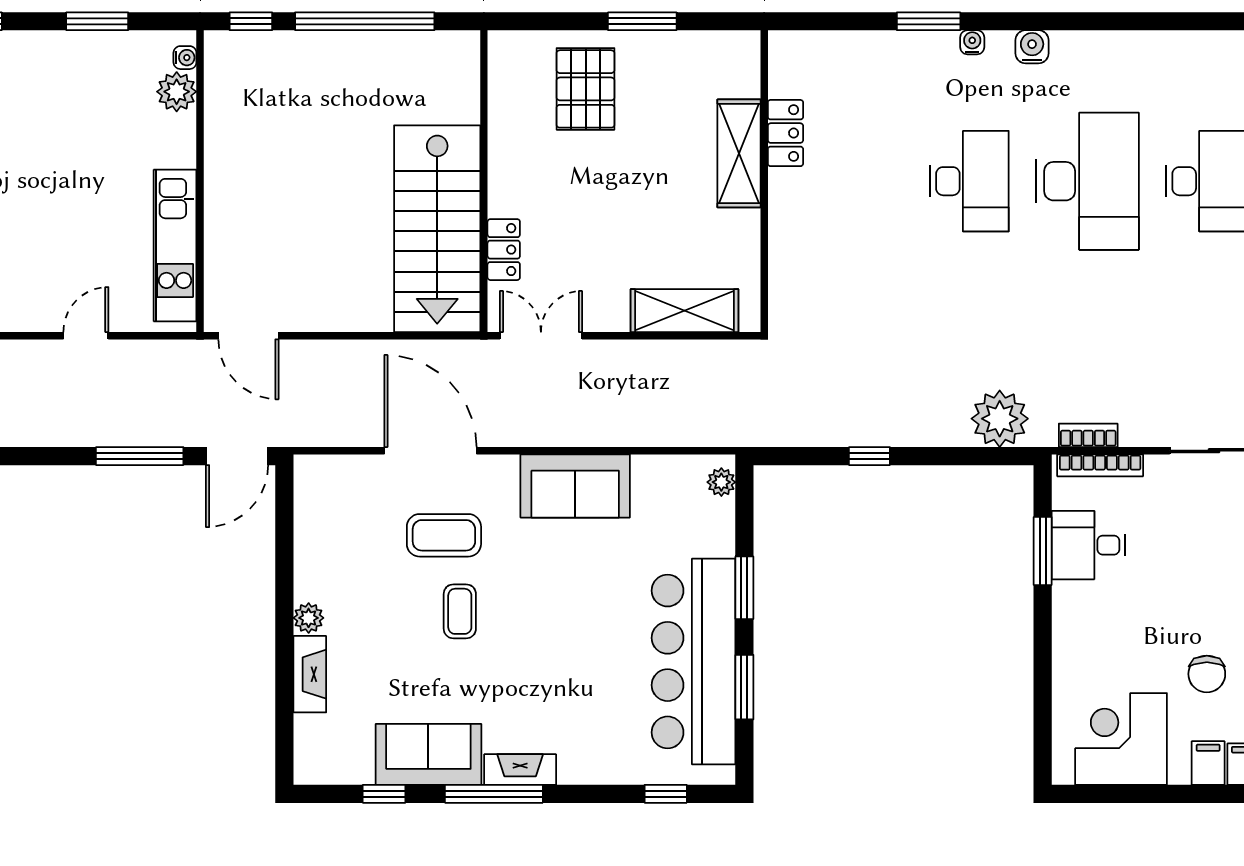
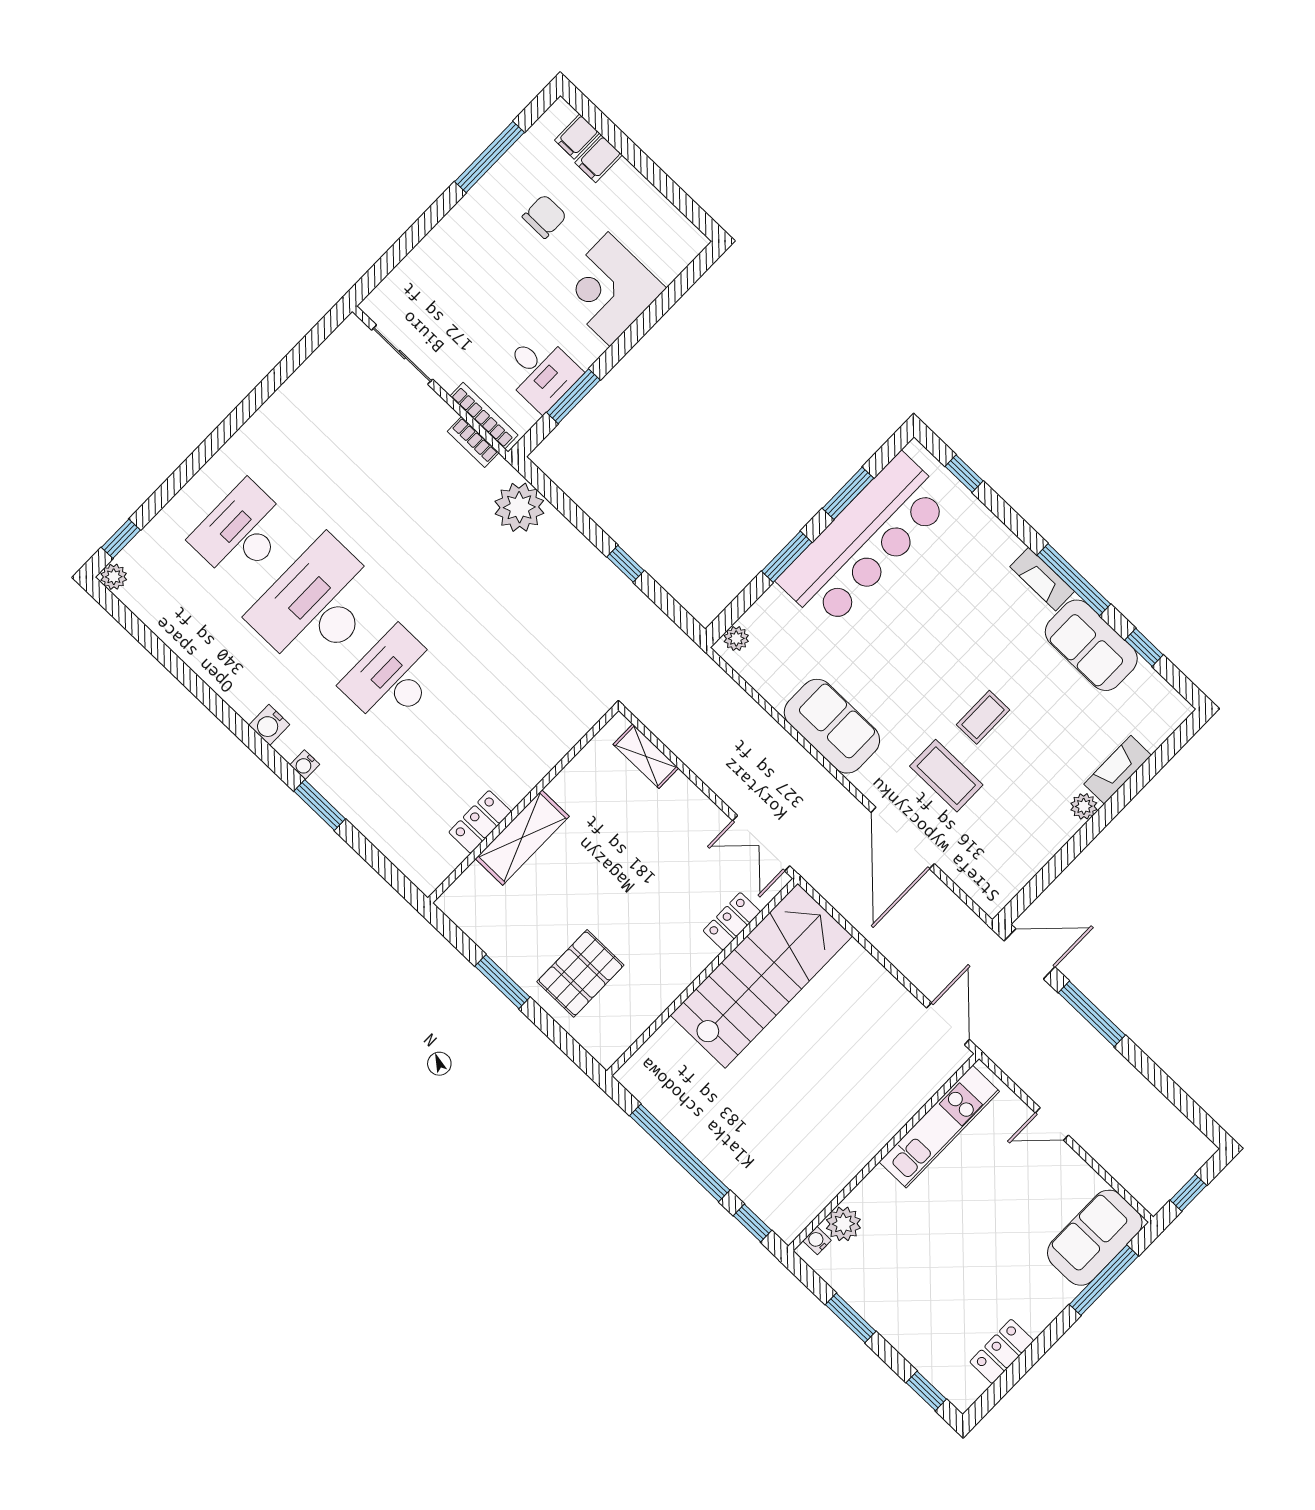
shelving: (685, 311) -> (646, 756), width x0.67, depth x0.75
corner desk: (1121, 739) -> (609, 289), moved, turned 90

